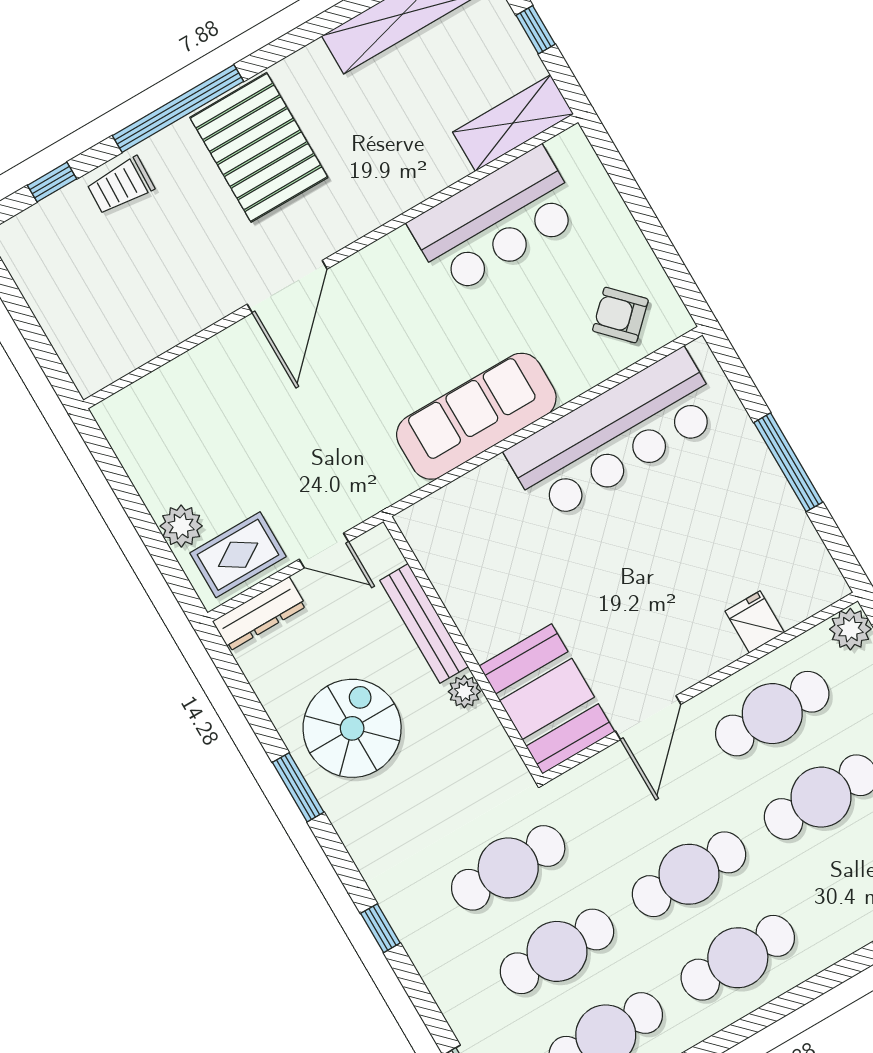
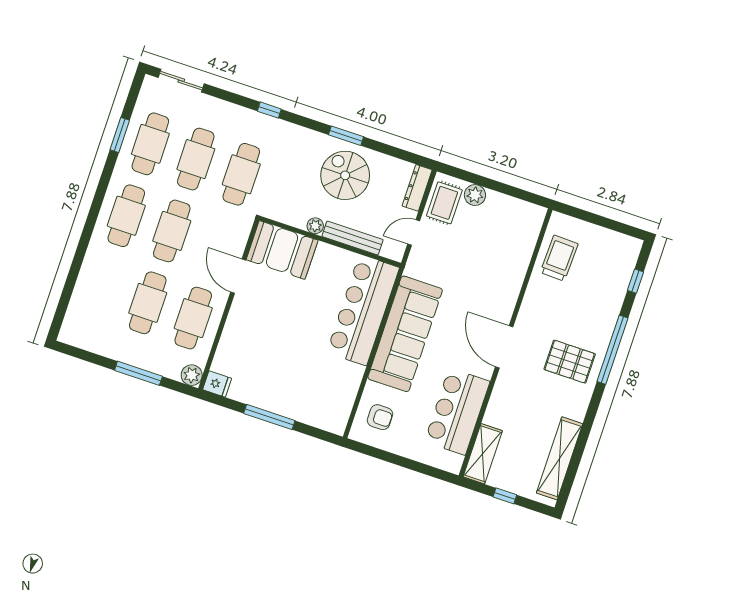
pallet: (259, 147) -> (570, 362), width x0.73, depth x0.71
trolley: (121, 186) -> (559, 258), moved, width x1.36, depth x1.39
door: (287, 287) -> (504, 347), moved
armchair: (620, 315) -> (380, 417), turned 44
sofa: (476, 416) -> (405, 334), width x1.36, depth x1.27
bar counter: (615, 435) -> (363, 310), moved
fridge: (755, 622) -> (217, 384), moved
spiral stairs: (352, 728) -> (345, 175), turned 180

